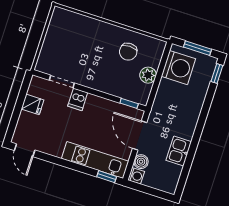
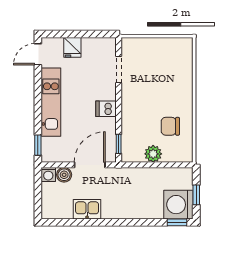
window: (198, 48) -> (196, 195), width x0.67
washing machine: (178, 68) -> (178, 205), moved, turned 90
dishwasher: (78, 99) -> (106, 109), moved
fridge: (33, 104) -> (72, 47), moved
kitchen unit: (95, 160) -> (51, 102), moved

